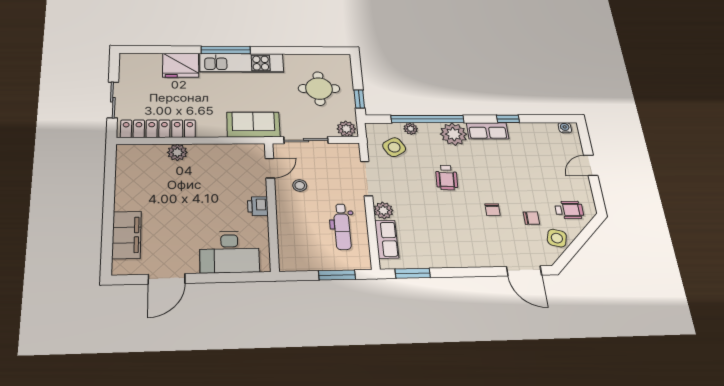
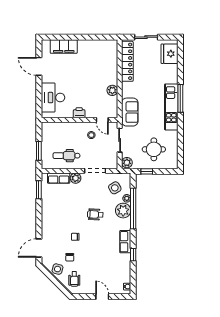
fridge: (181, 65) -> (169, 54), moved
plant: (454, 134) -> (123, 211), moved
plant: (177, 152) -> (112, 90), moved

